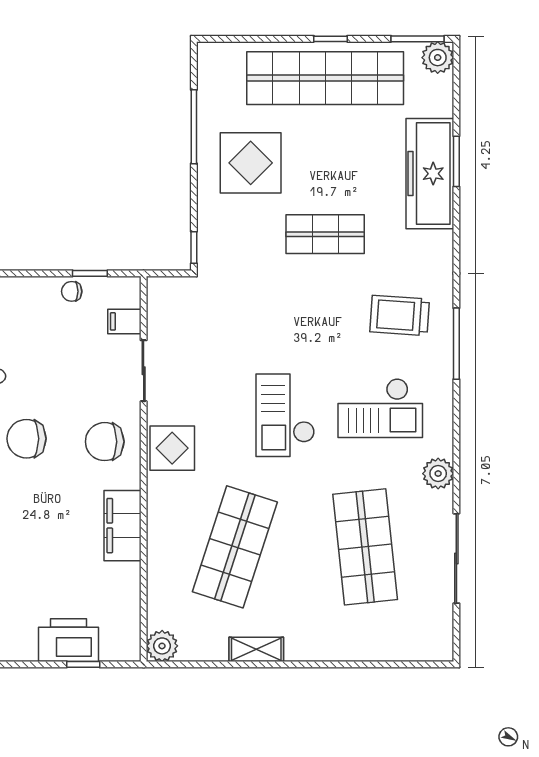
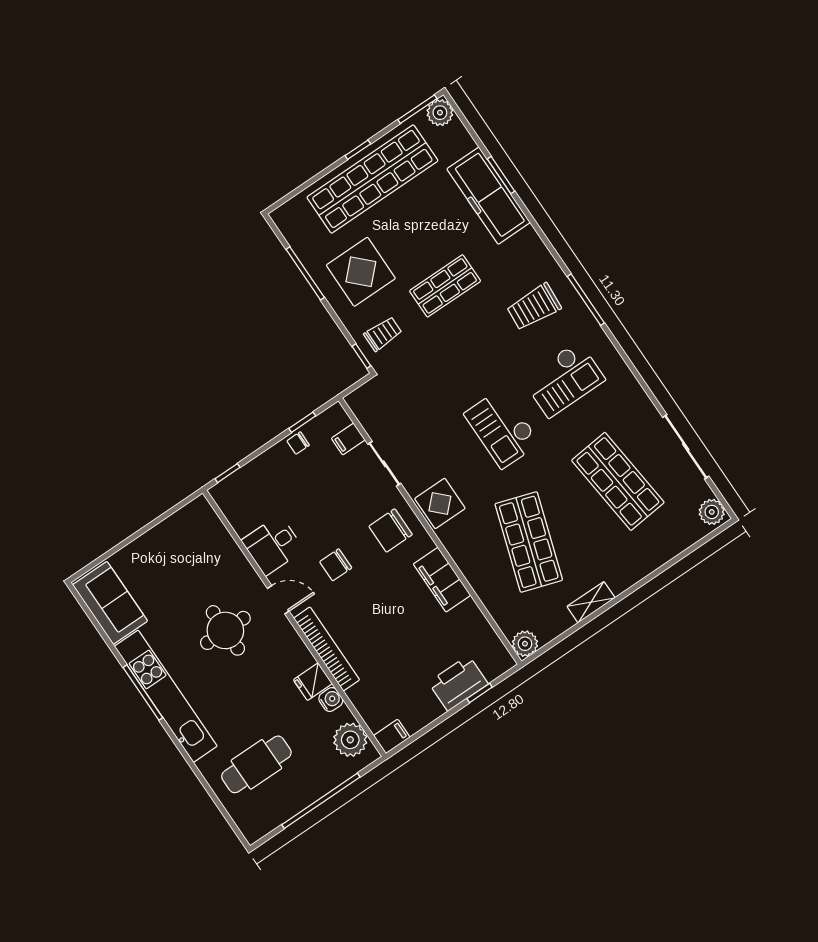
trolley: (231, 240) -> (383, 334), added
chair: (26, 439) -> (336, 565), width x0.73, depth x0.73
plant: (438, 474) -> (712, 512), moved

